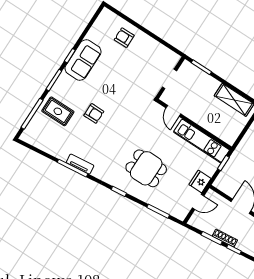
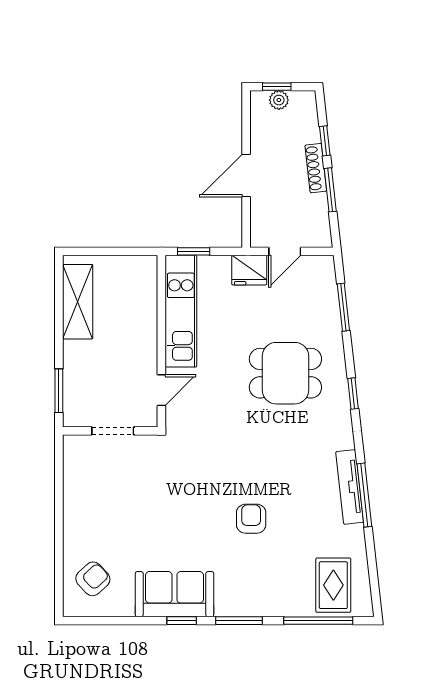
armchair: (124, 38) -> (93, 579), moved, turned -132
rug: (58, 111) -> (333, 585), moved
tv unit: (80, 164) -> (350, 487), width x1.41
dining table: (146, 168) -> (285, 373), turned 90
door: (198, 202) -> (285, 251), swing flipped

